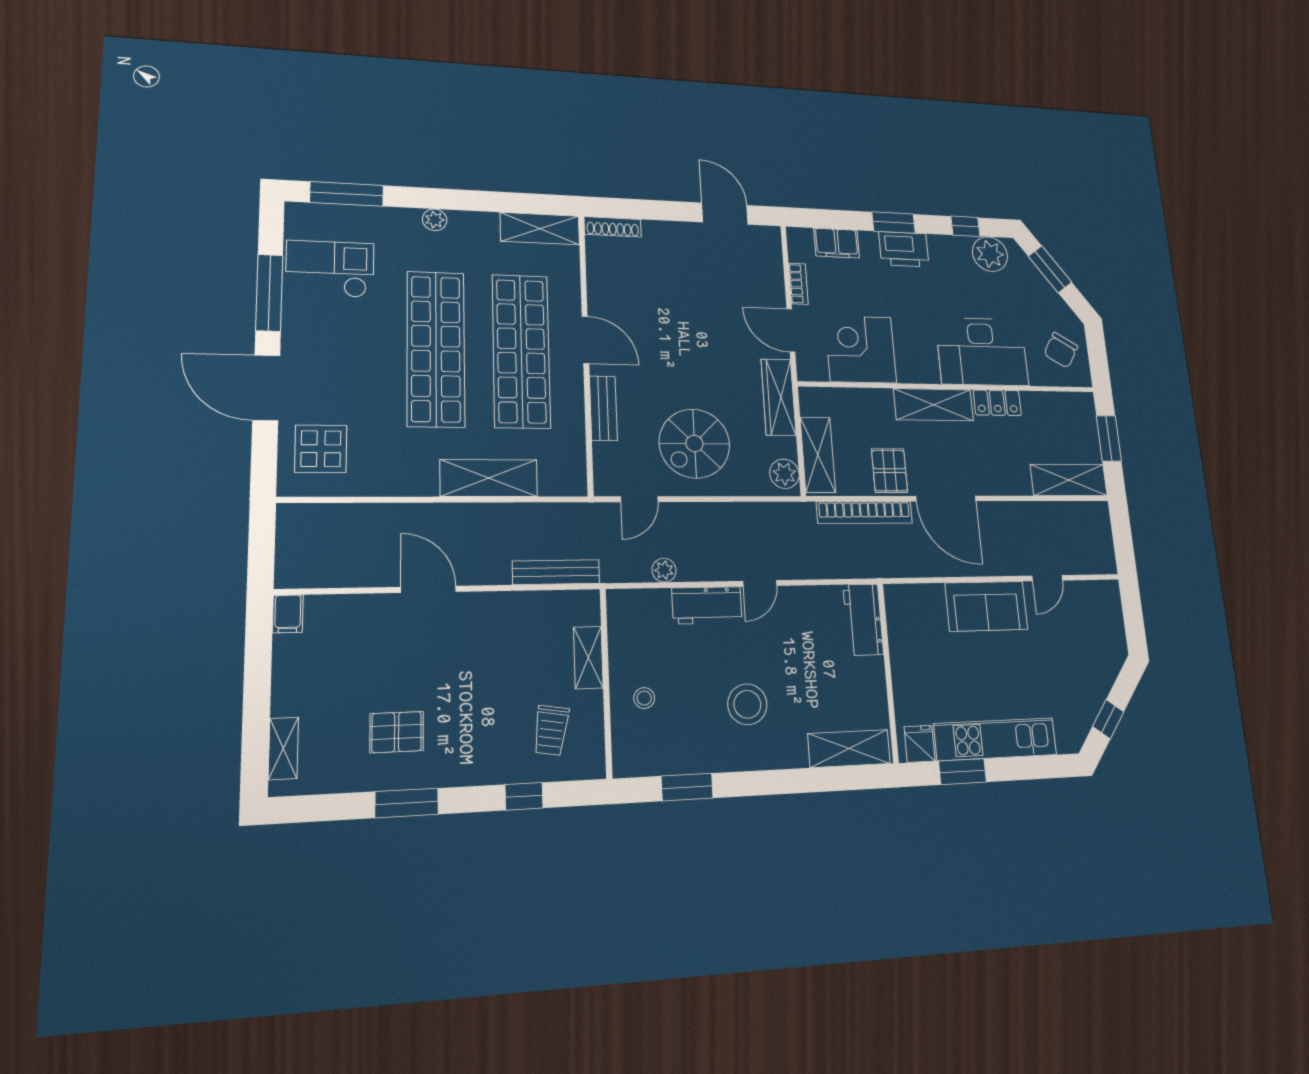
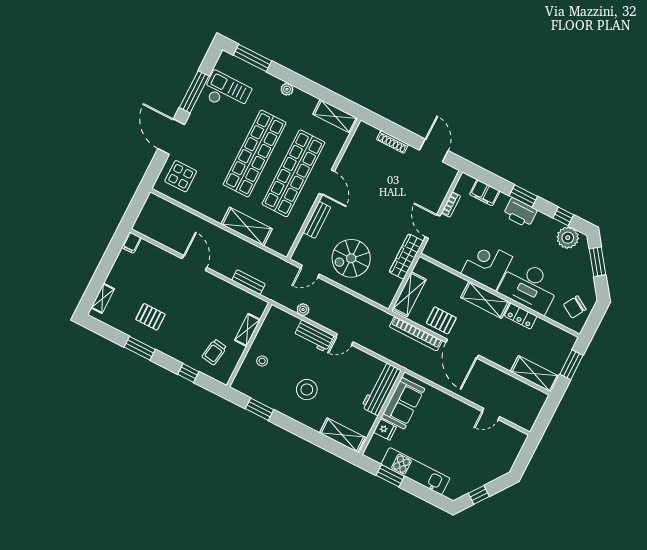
shoe rack: (613, 227) -> (392, 142), moved
corner desk: (861, 349) -> (487, 265), moved
pallet: (890, 471) -> (441, 320), turned 90
plant: (784, 474) -> (387, 295), removed
bench: (556, 572) -> (249, 282), width x0.73
sofa: (986, 606) -> (403, 403), moved, turned -90
workbench: (863, 620) -> (381, 389), width x1.38
fridge: (920, 744) -> (385, 430), moved, turned 90

